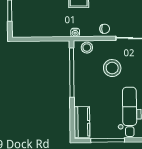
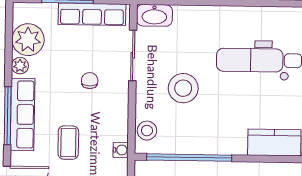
chair: (105, 29) -> (90, 81), moved

